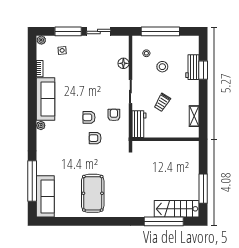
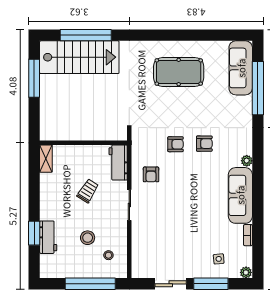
floor lamp: (123, 63) -> (138, 242), removed
shelving: (194, 116) -> (46, 159), moved
armchair: (89, 117) -> (204, 144), moved
pool table: (93, 193) -> (179, 72), turned 90
stairs: (177, 209) -> (79, 57), width x1.36, depth x1.51

